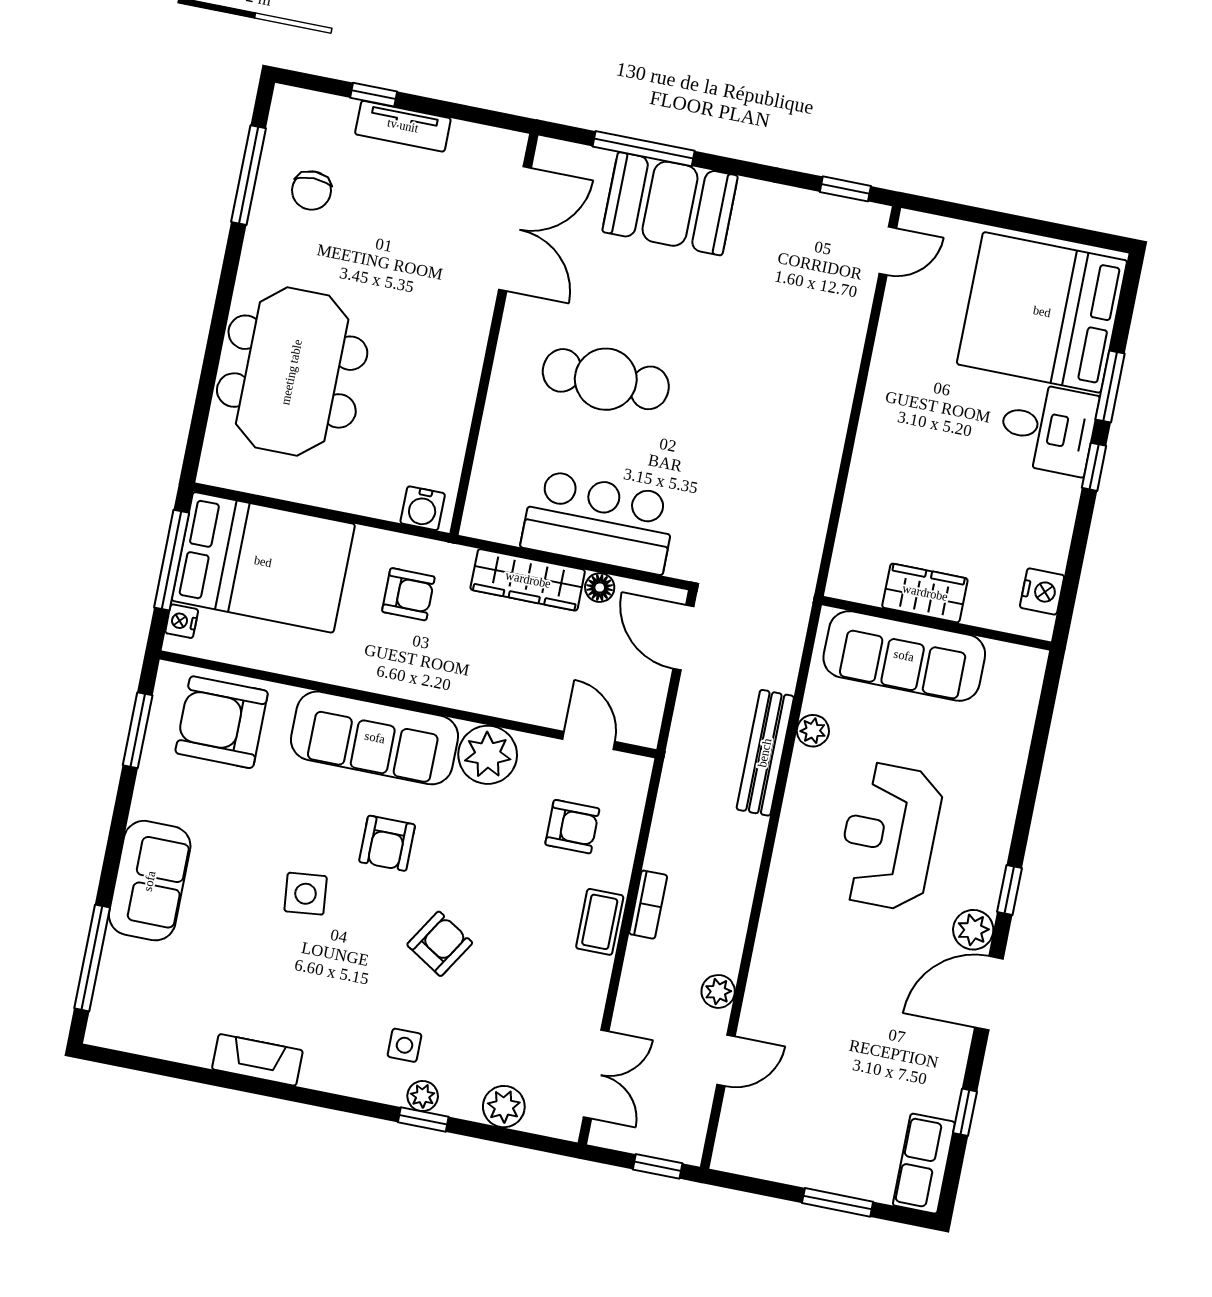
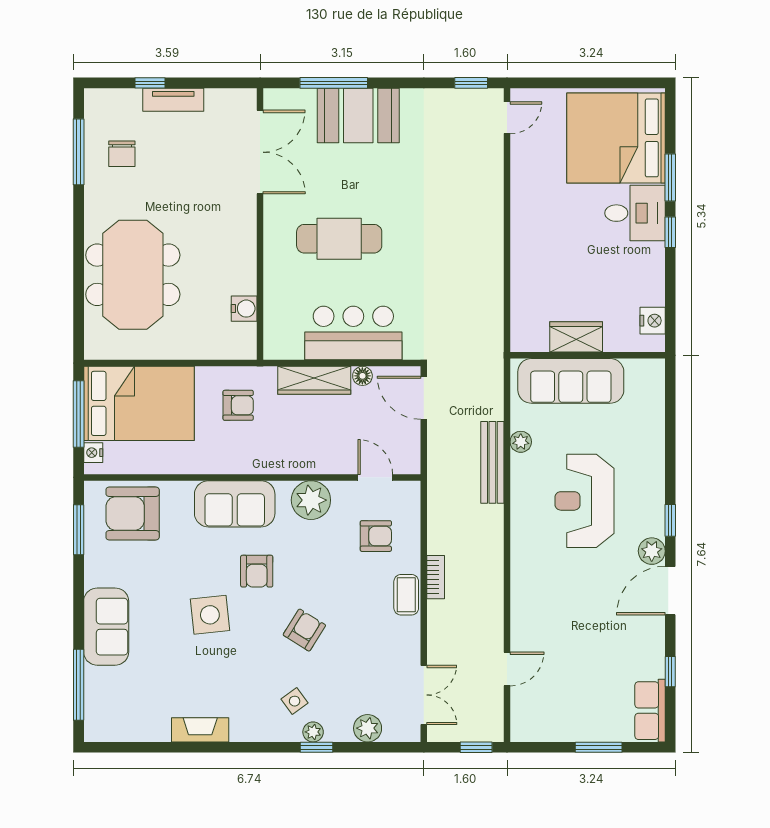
water cooler: (423, 508) -> (244, 309), moved, turned -90
sofa: (375, 738) -> (235, 504), width x0.73
side table: (306, 894) -> (210, 615), width x1.37, depth x1.37
plant: (718, 991) -> (493, 625), removed
side table: (405, 1045) -> (295, 701), turned -36

